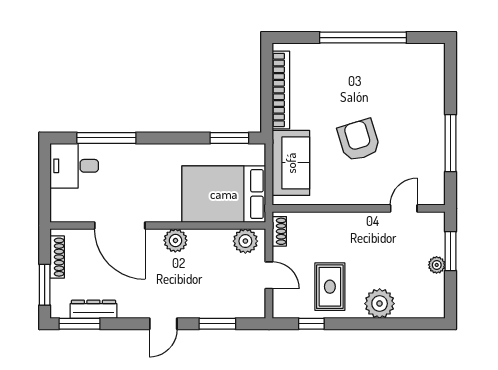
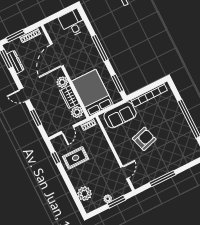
window: (106, 138) -> (100, 48), moved
door: (404, 208) -> (125, 173), hinge flipped
wardrobe: (210, 241) -> (69, 97), added
plant: (380, 304) -> (85, 194), moved

